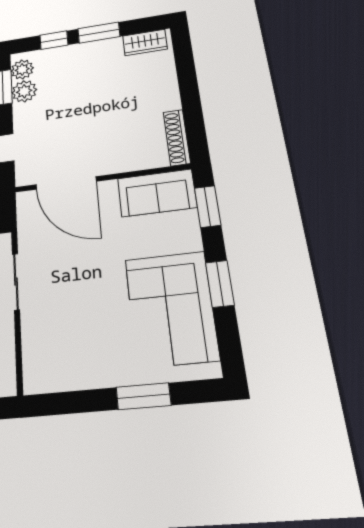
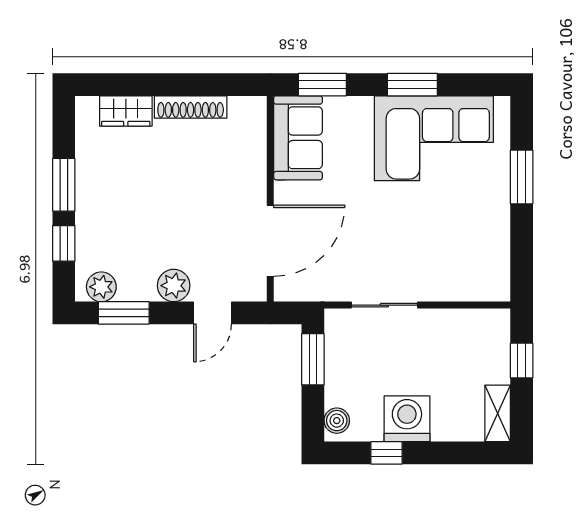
wardrobe: (145, 42) -> (126, 111), moved, turned 90
plant: (24, 91) -> (174, 286), moved
shoe rack: (177, 138) -> (191, 107), moved

